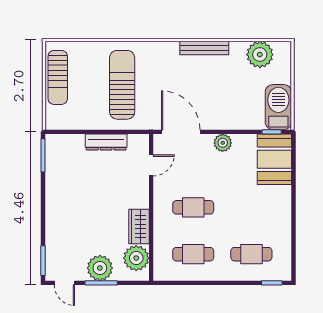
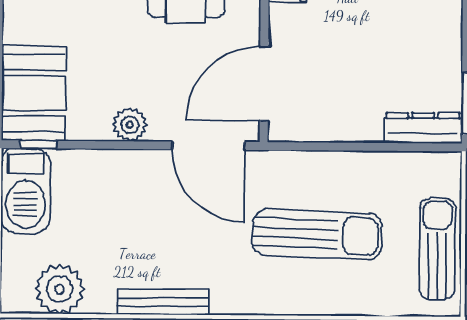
sun lounger: (122, 85) -> (317, 234), turned -88
dresser: (106, 142) -> (423, 128), moved
door: (151, 165) -> (264, 83), width x1.88

